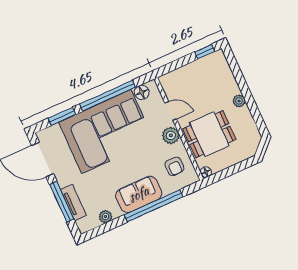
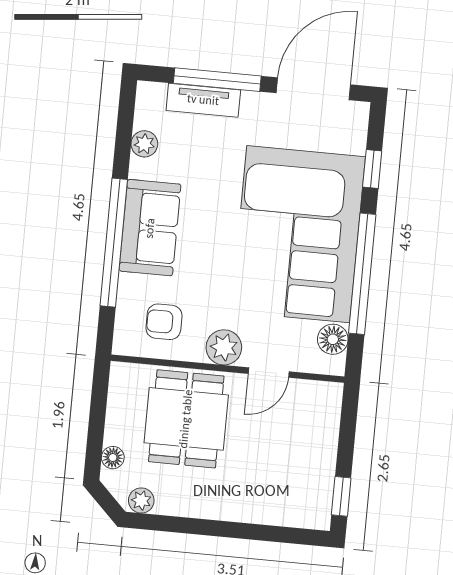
plant: (239, 101) -> (141, 500), moved
window: (62, 116) -> (372, 169), width x0.67
floor lamp: (206, 172) -> (113, 458), moved

